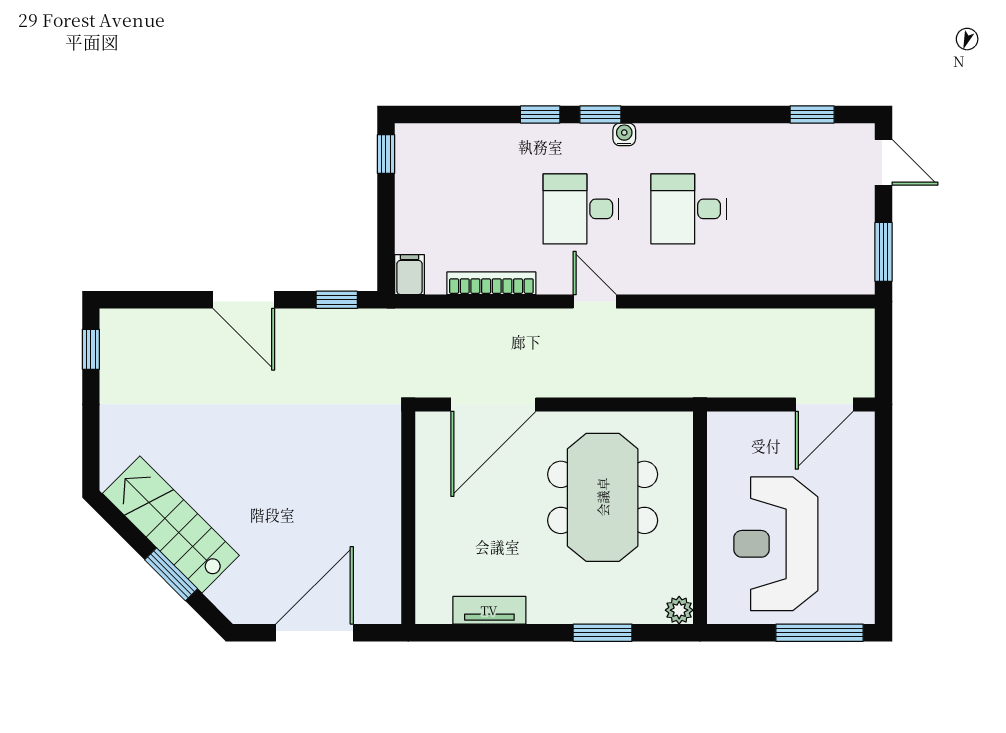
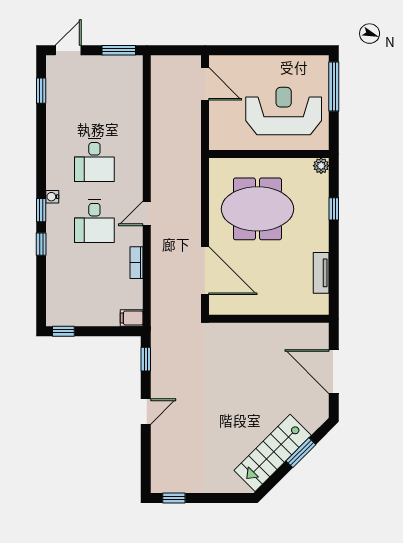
bookcase: (491, 283) -> (136, 263), width x0.64
door: (244, 300) -> (146, 412), width x0.73
reception desk: (776, 544) -> (284, 111), turned 180
window: (603, 633) -> (334, 209), width x0.67

